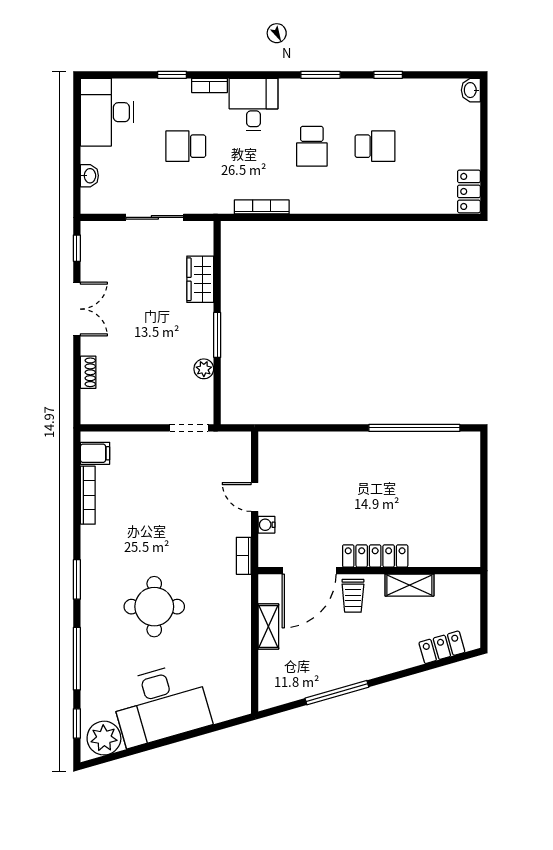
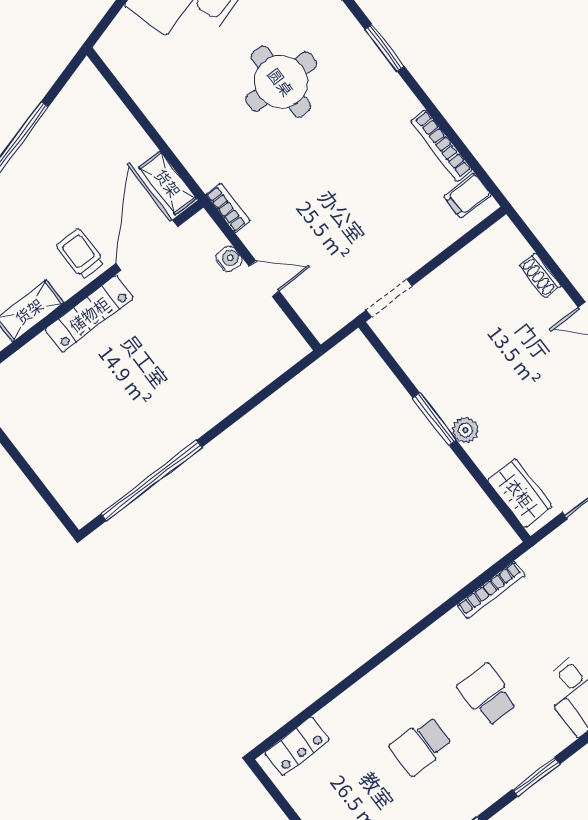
locker: (469, 191) -> (297, 746), moved, turned 90
wardrobe: (200, 279) -> (520, 493), moved
plant: (204, 369) -> (465, 430), moved
shelving: (268, 626) -> (168, 183), moved

